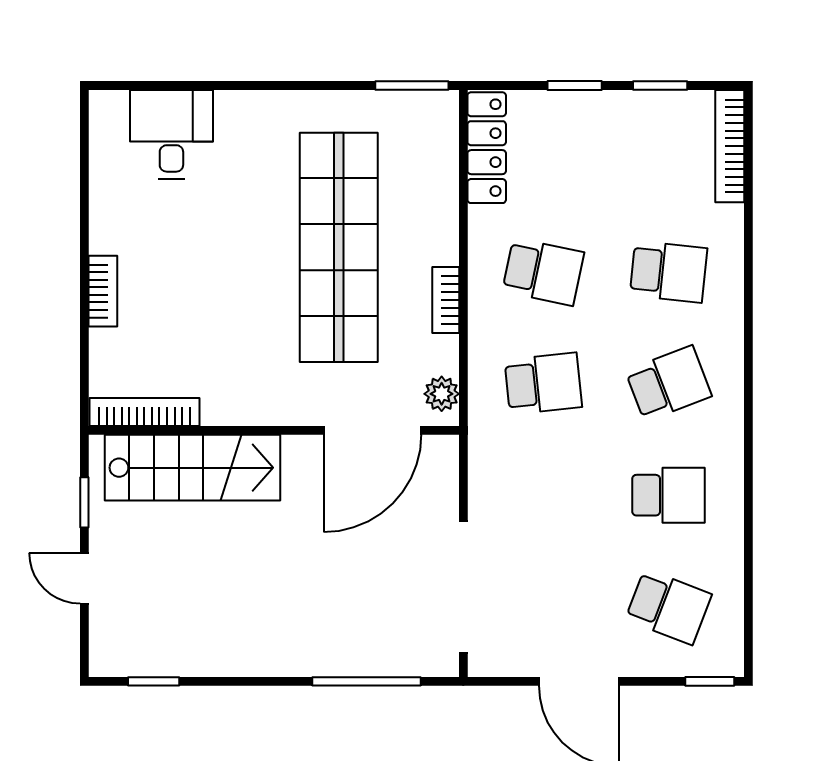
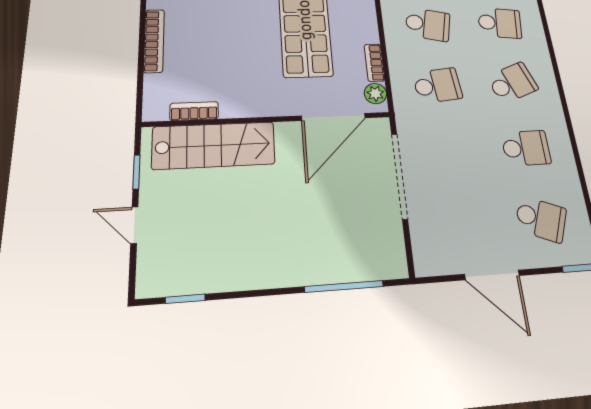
bookcase: (103, 291) -> (154, 41), width x1.56
bookcase: (446, 300) -> (374, 63), moved
bookcase: (144, 412) -> (194, 111), width x0.64
doorway: (463, 587) -> (399, 176), moved

